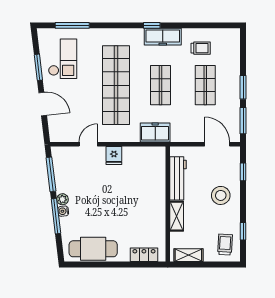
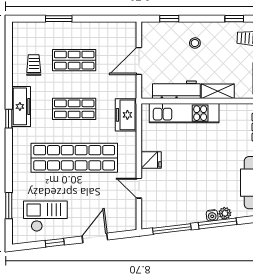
window: (72, 25) -> (9, 206), width x0.69
window: (38, 67) -> (55, 243), width x0.67
window: (243, 87) -> (59, 19), moved
window: (243, 121) -> (113, 19), removed
door: (217, 144) -> (139, 61), moved
kitchen unit: (157, 186) -> (184, 113), added
stool: (221, 195) -> (195, 43), width x0.53, depth x0.53
plant: (62, 199) -> (225, 213), moved

